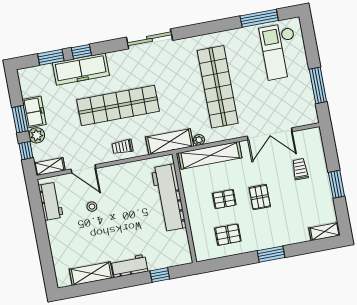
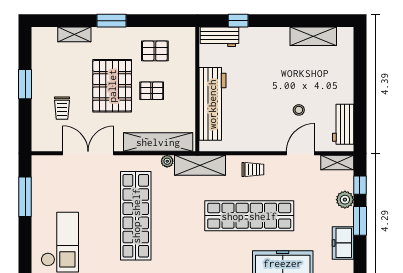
freezer: (34, 112) -> (343, 243), moved
door: (83, 169) -> (300, 153), hinge flipped
pallet: (260, 197) -> (112, 86), width x2.05, depth x2.00
shelving: (325, 232) -> (74, 34), moved
workbench: (130, 266) -> (219, 37), moved

